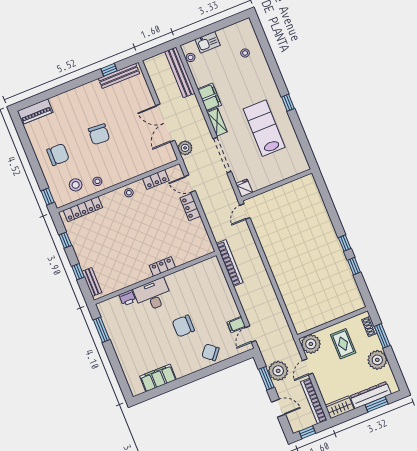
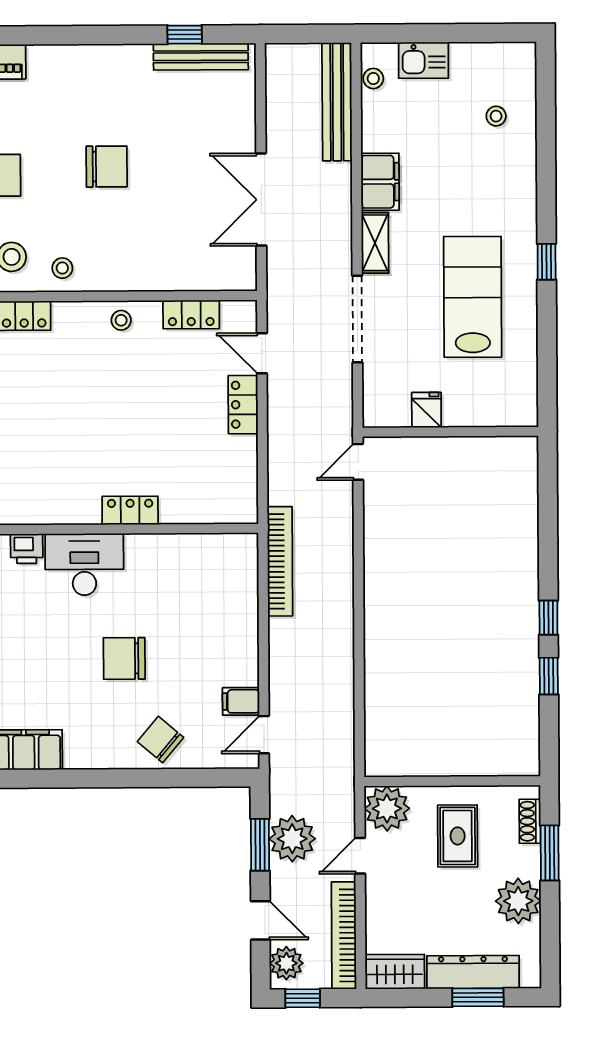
chair: (99, 134) -> (107, 167), turned -94
plant: (185, 148) -> (286, 963), moved
fridge: (244, 188) -> (426, 410), moved

